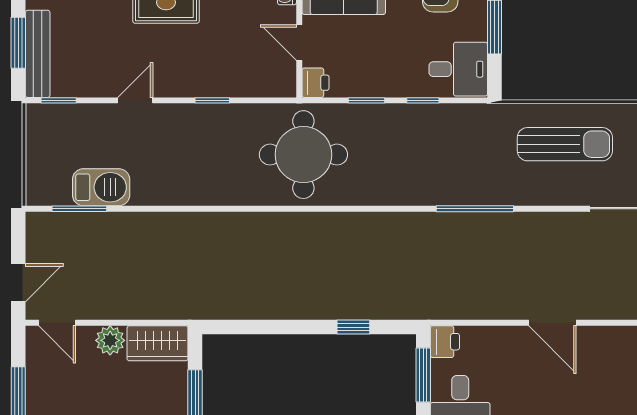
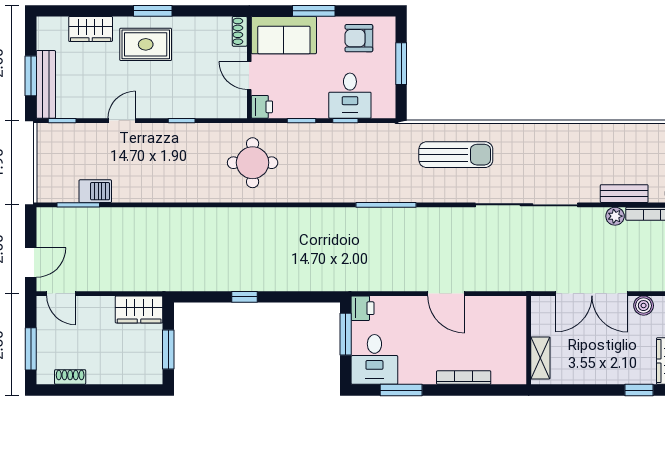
desk: (458, 69) -> (350, 96), moved, turned 90
round table: (303, 155) -> (253, 163), width x0.73, depth x0.73
barbecue: (101, 187) -> (95, 191), width x0.73, depth x0.79
window: (353, 327) -> (245, 297), moved
plant: (110, 340) -> (102, 307), removed

